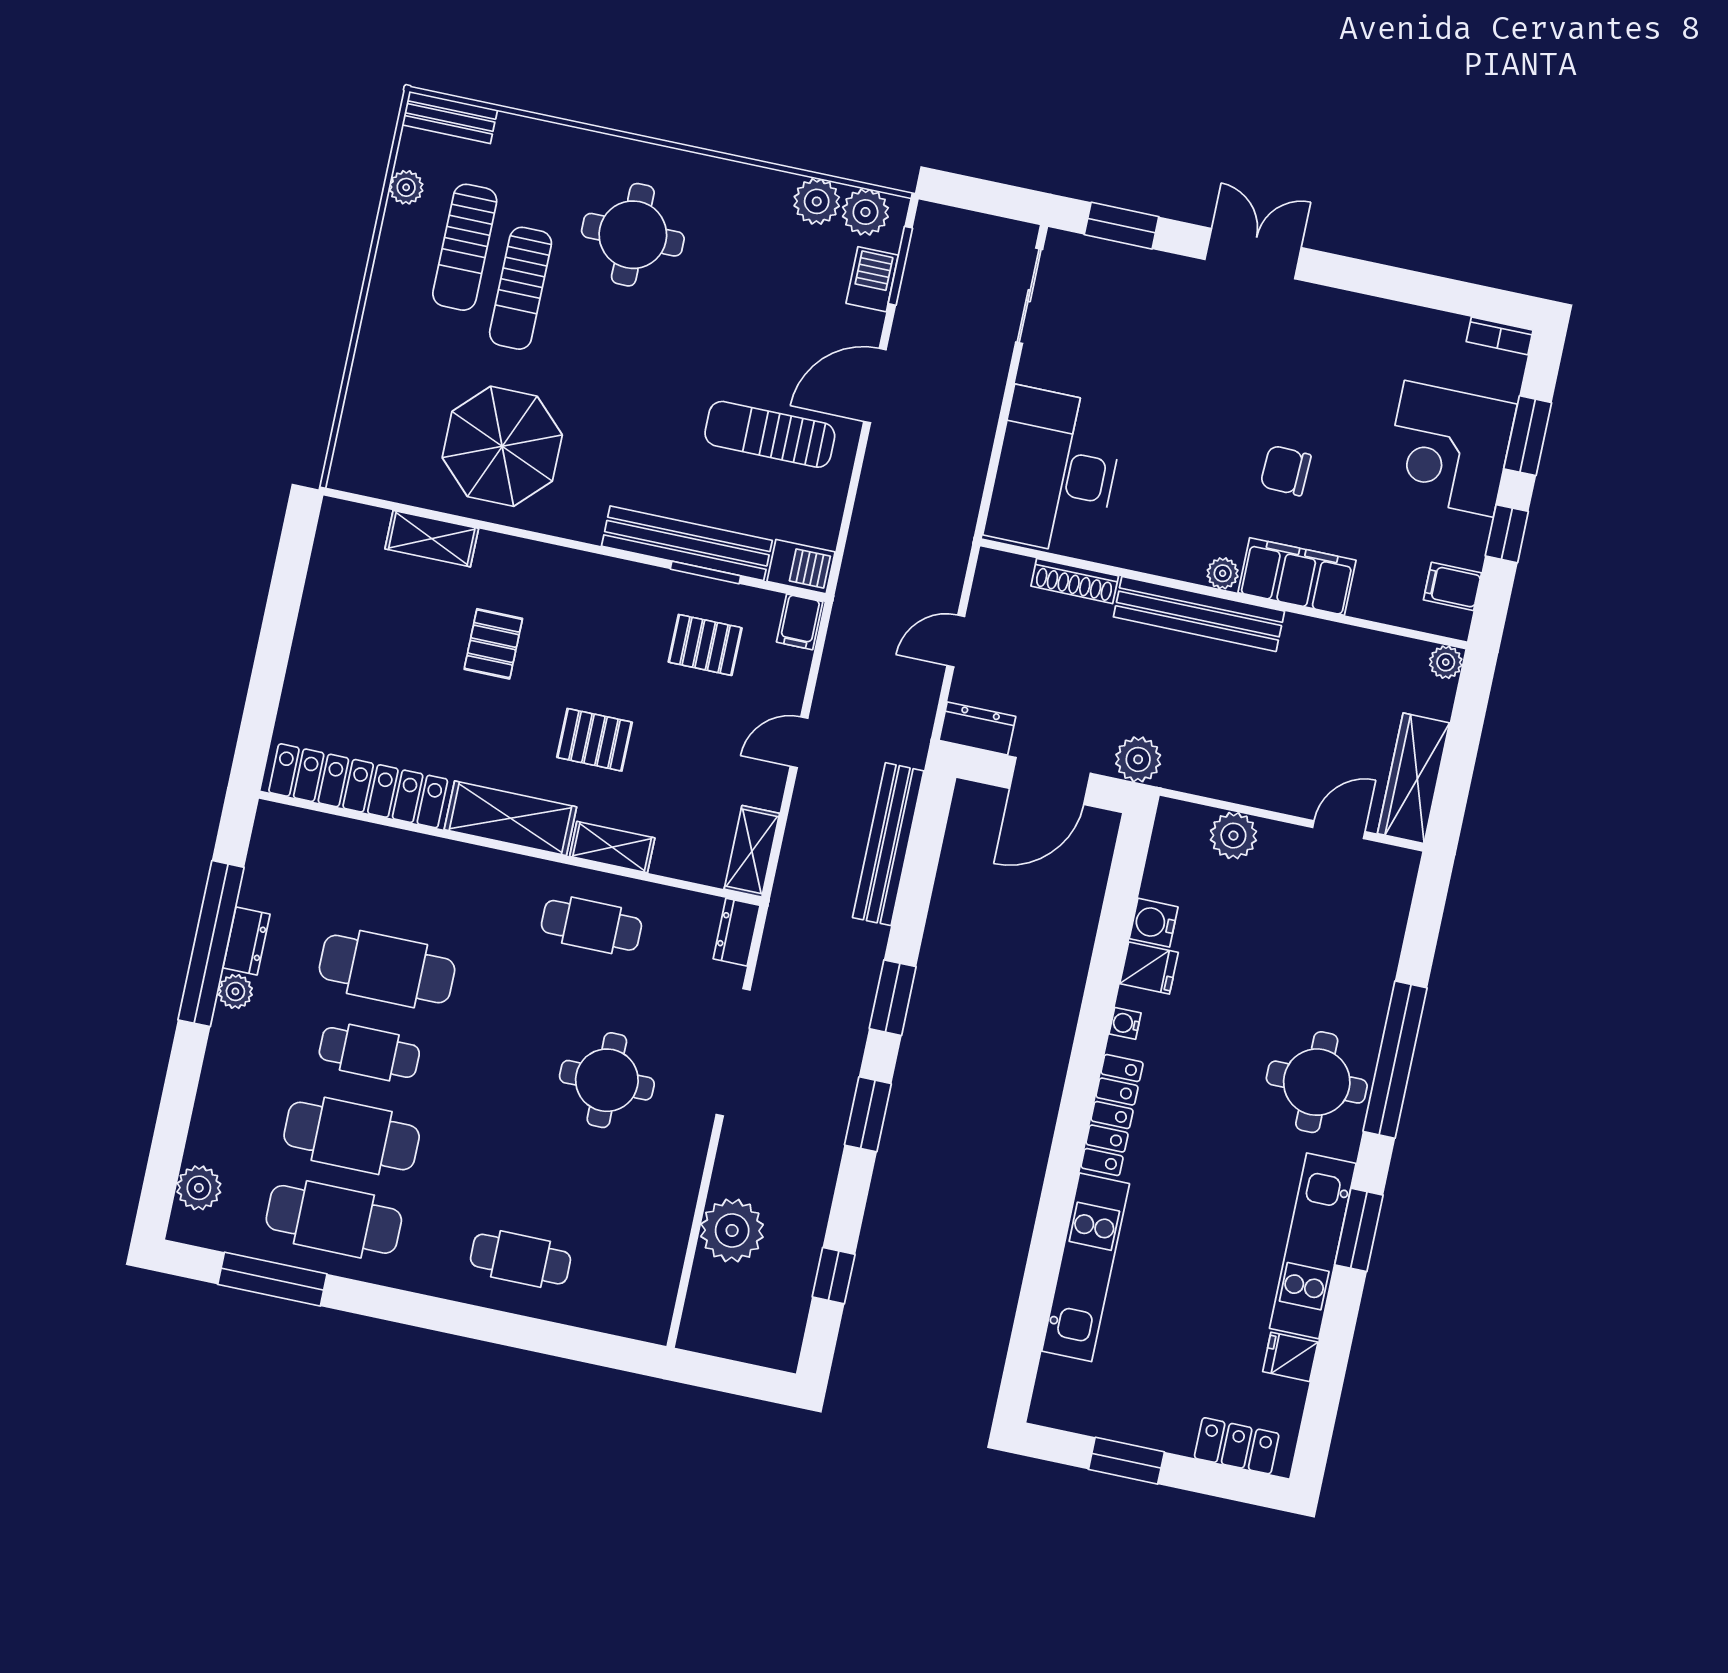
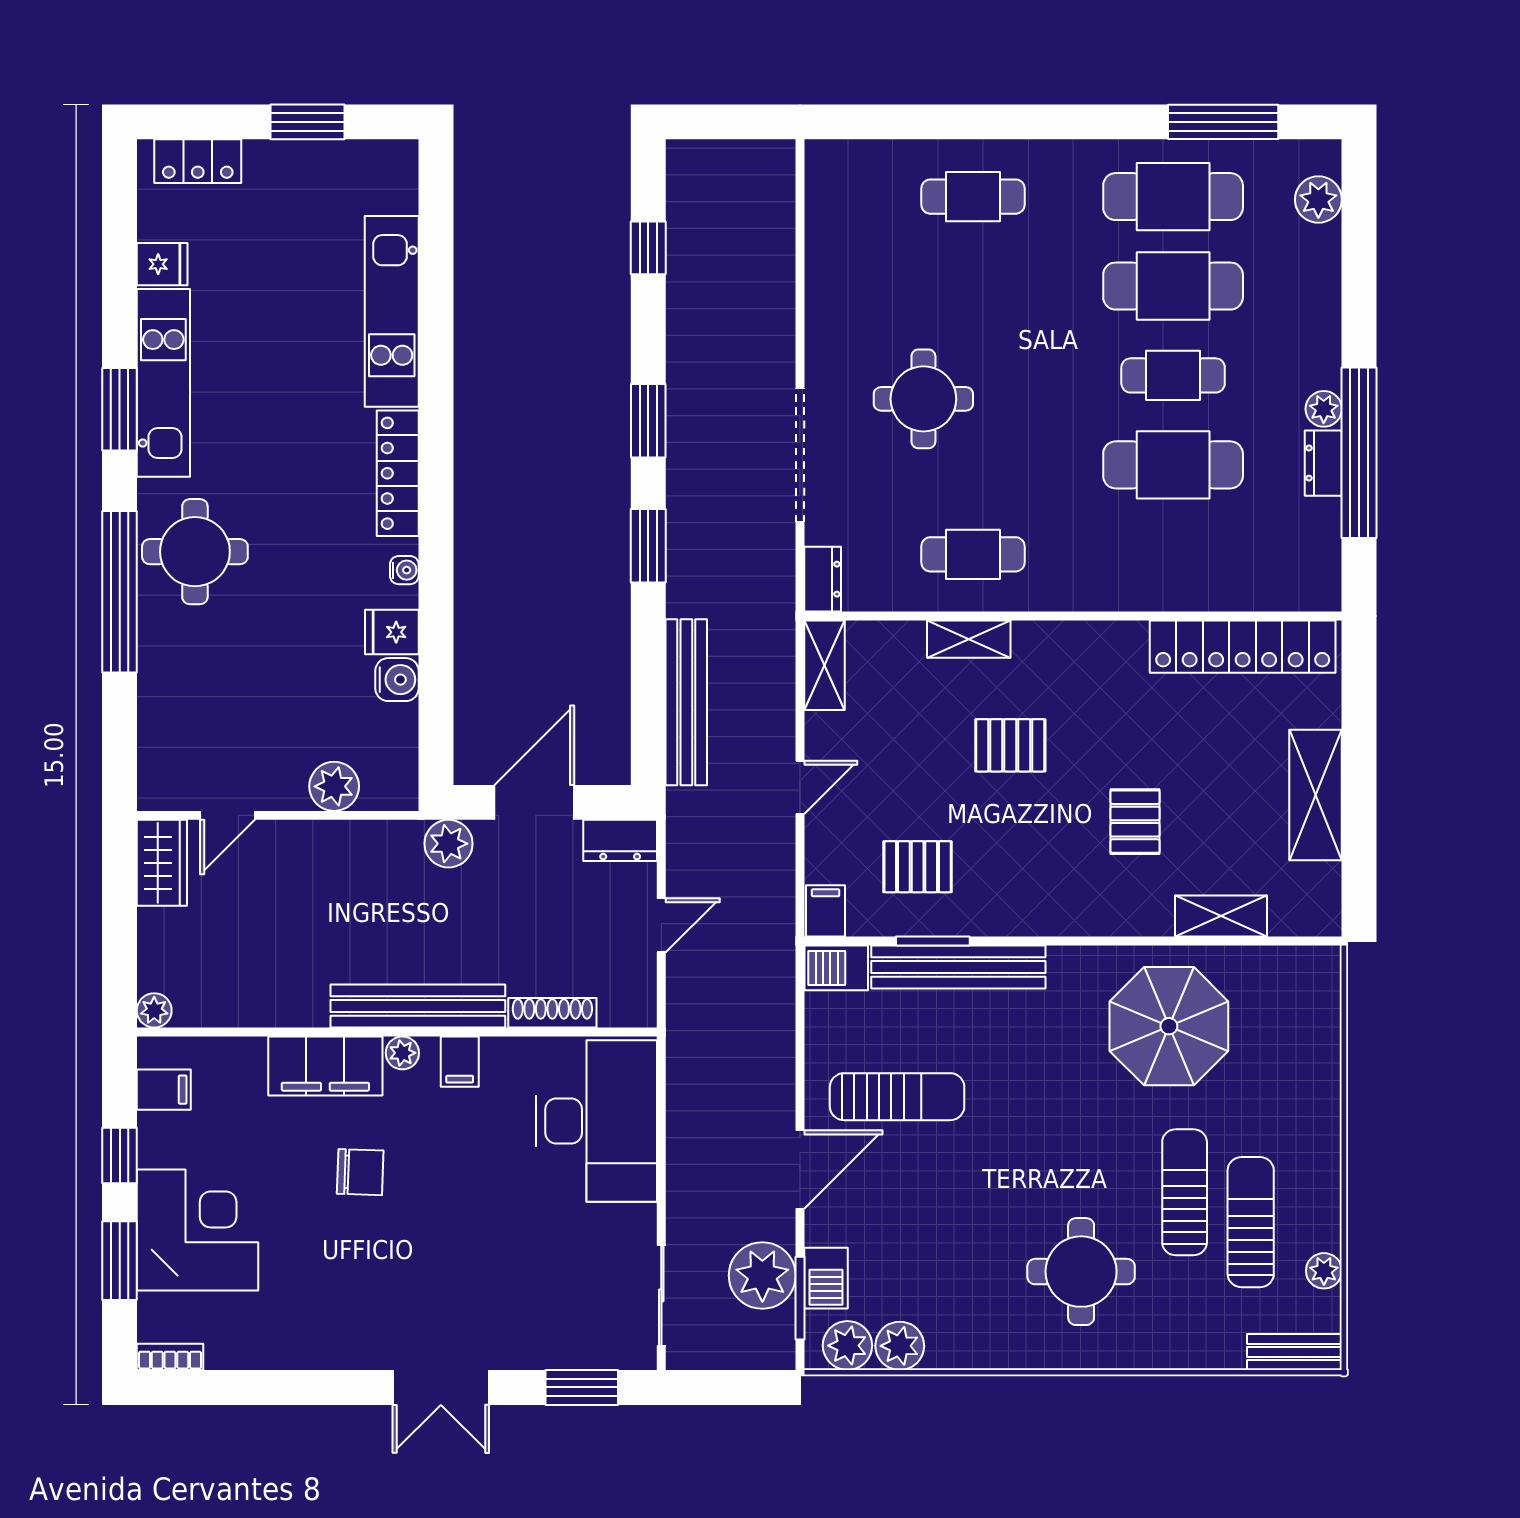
filing cabinet: (1171, 554) -> (460, 1062), added
wardrobe: (1414, 778) -> (162, 863), width x0.67
shelving: (510, 818) -> (1316, 795), moved, turned 90
plant: (732, 1230) -> (762, 1276), moved

